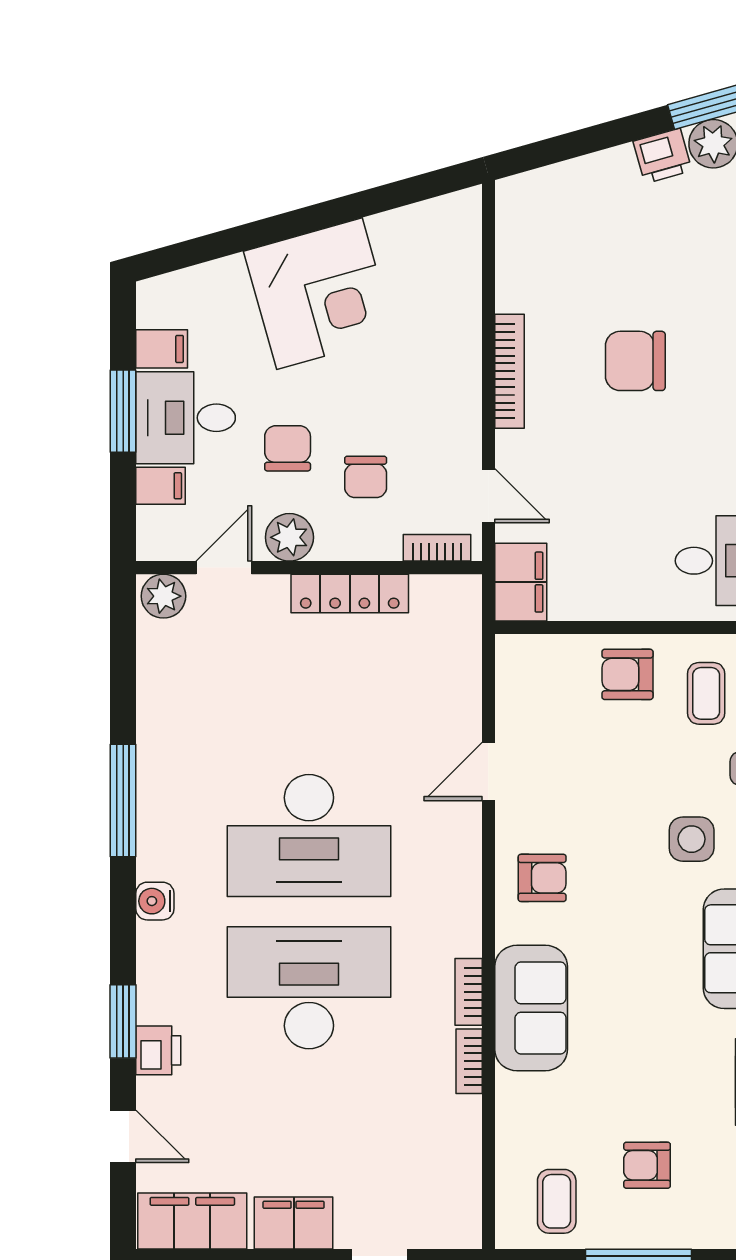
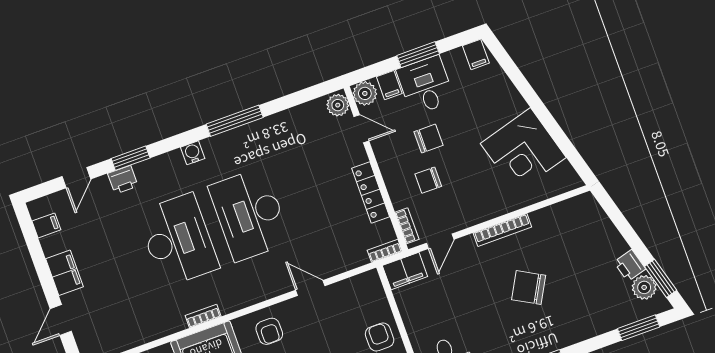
corner desk: (320, 294) -> (523, 150), moved
filing cabinet: (162, 349) -> (476, 54), moved
chair: (635, 361) -> (529, 288), turned -61
plant: (289, 537) -> (365, 93), moved
bookcase: (469, 1061) -> (385, 251), moved
filing cabinet: (192, 1221) -> (46, 225), width x0.33, depth x0.86

